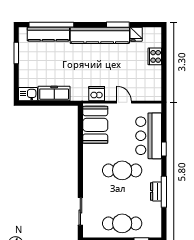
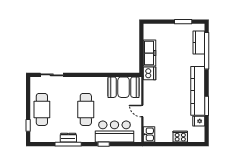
kitchen counter: (48, 34) -> (199, 42), width x0.67
kitchen sink: (28, 94) -> (149, 134), moved
dishwasher: (97, 94) -> (149, 73), moved
door: (124, 102) -> (142, 111), swing flipped

